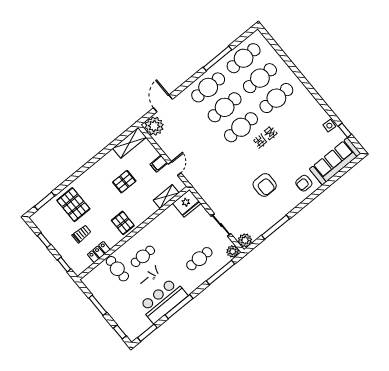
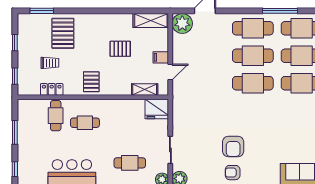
armchair: (304, 183) -> (233, 173), moved

